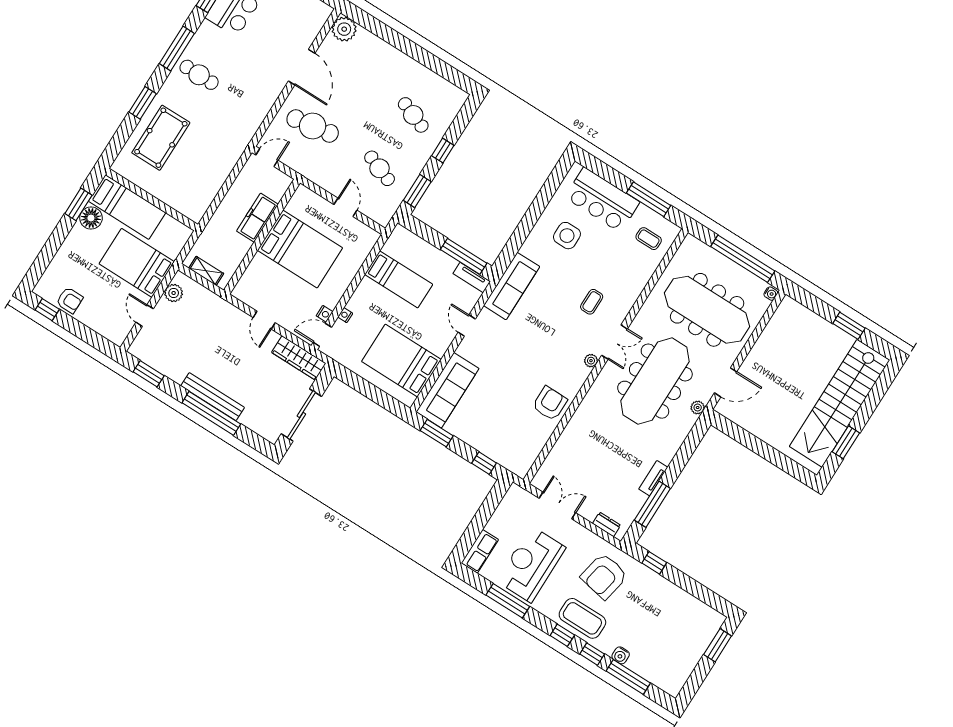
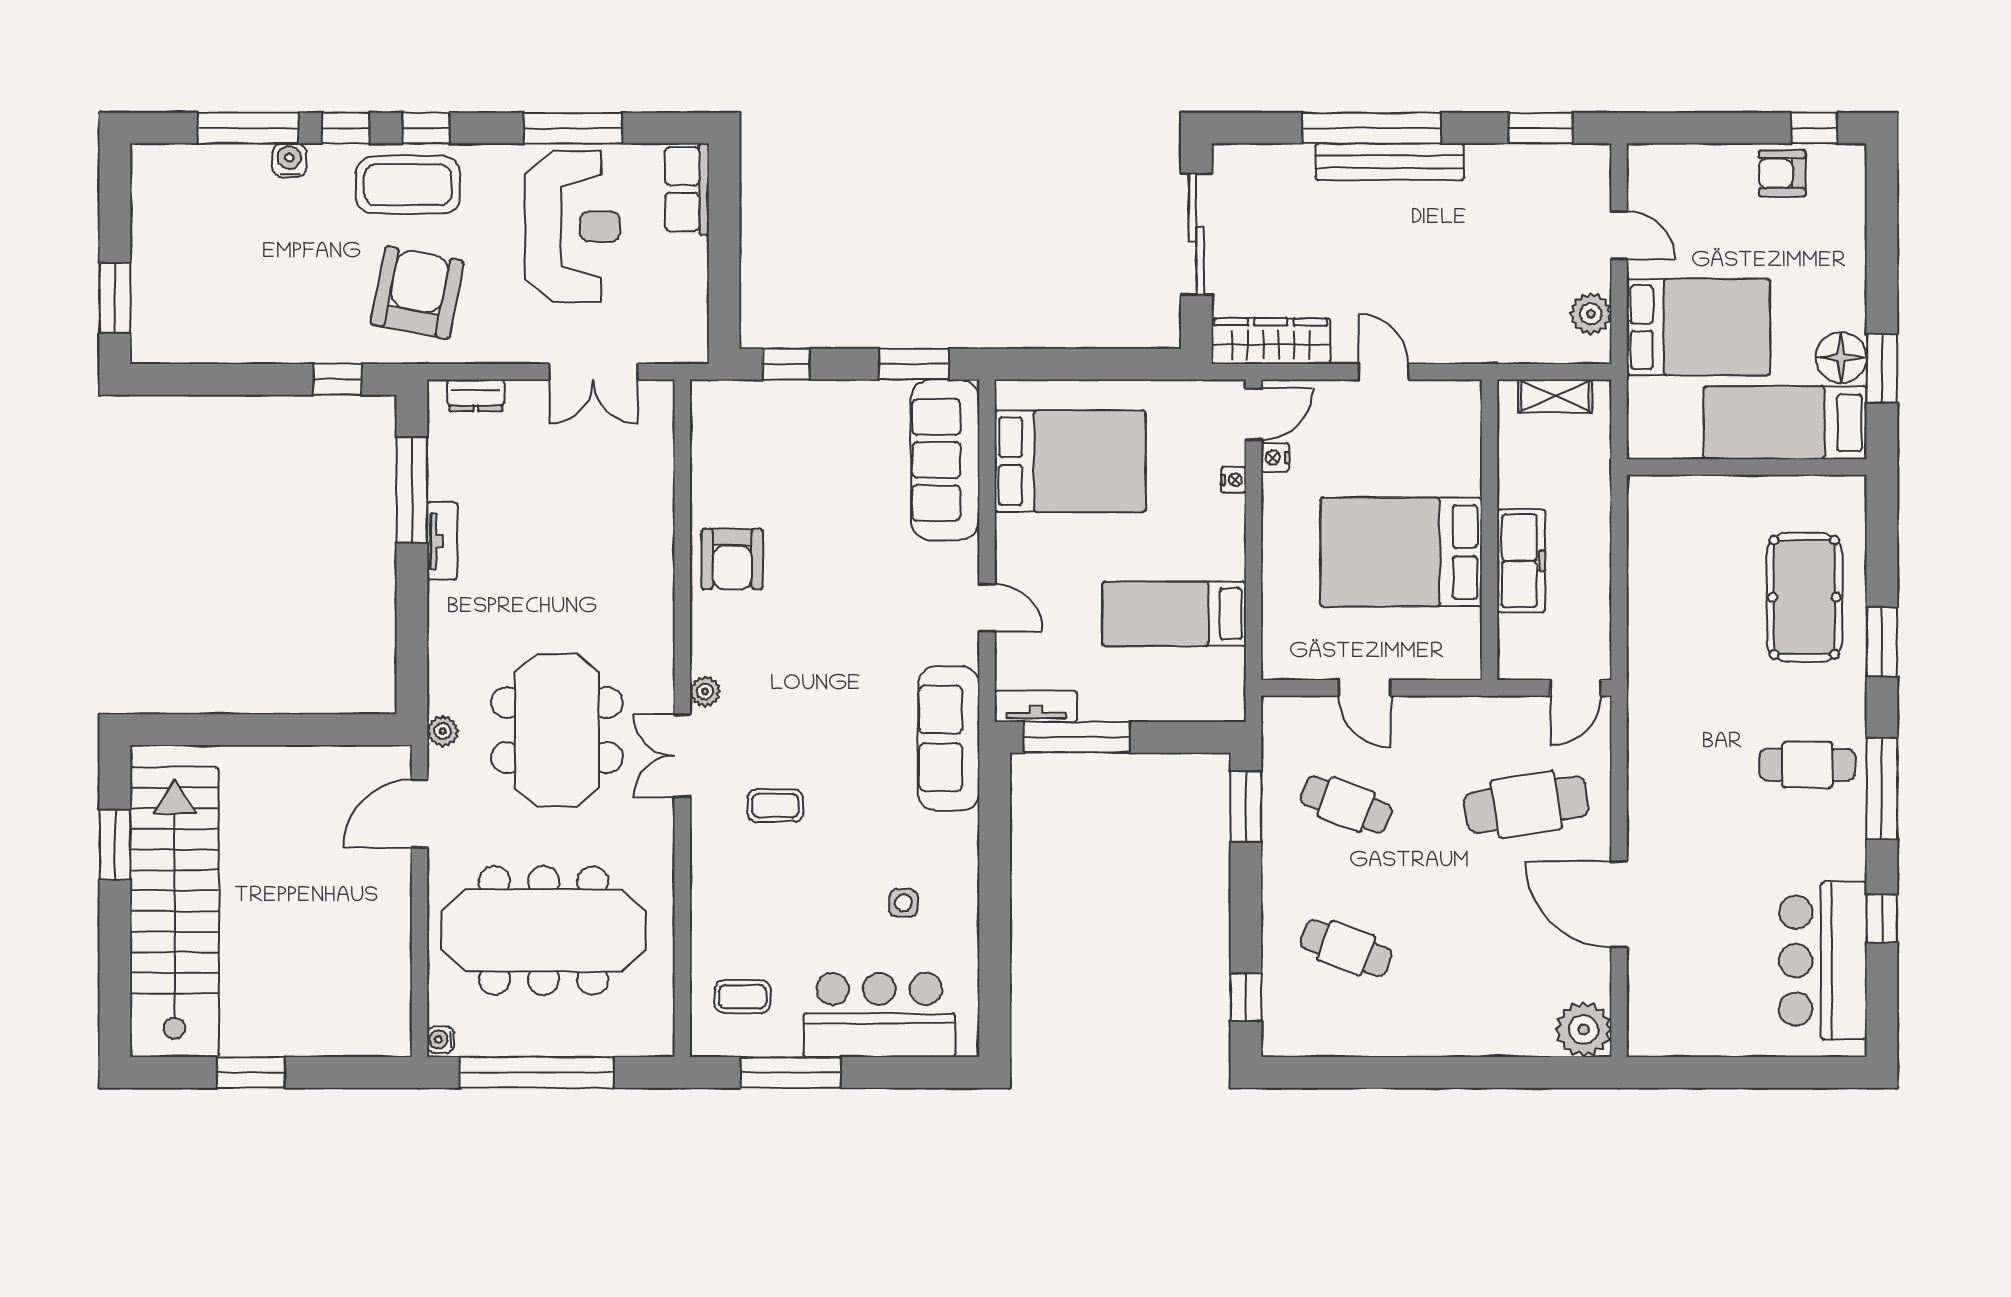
window: (443, 151) -> (1246, 997), moved
side table: (567, 236) -> (903, 903), width x0.54, depth x0.54
coffee table: (592, 302) -> (775, 806), turned 90
meeting table: (655, 381) -> (557, 730), width x0.73

